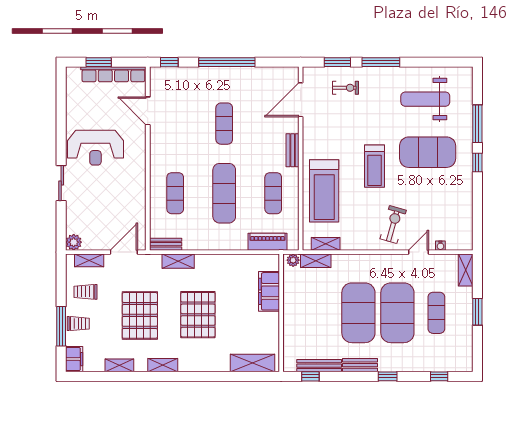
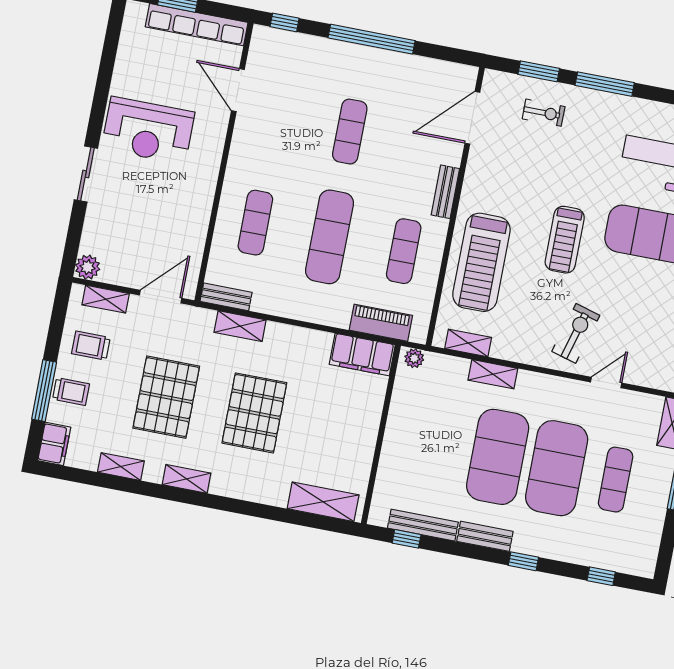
water cooler: (440, 246) -> (641, 379), removed
shelving: (316, 261) -> (493, 374), moved
filing cabinet: (269, 291) -> (362, 355), moved, turned -90

